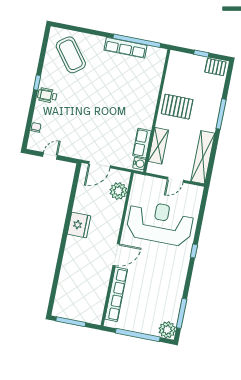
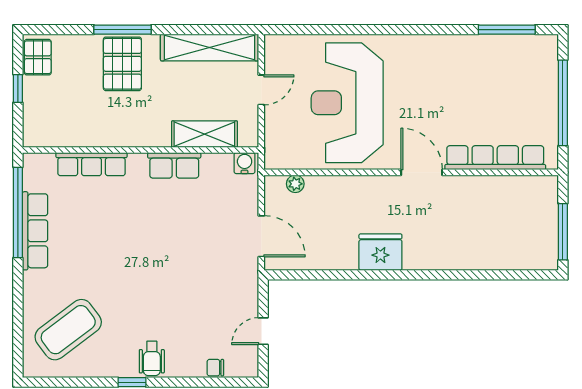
row of seats: (154, 84) -> (92, 164), added
pallet: (177, 107) -> (122, 64), moved
row of seats: (142, 143) -> (174, 165), moved
door: (50, 156) -> (263, 331), hinge flipped
door: (175, 180) -> (261, 90), hinge flipped
plant: (118, 191) -> (295, 184), width x0.53, depth x0.53
window: (194, 251) -> (387, 30), removed
plant: (167, 330) -> (542, 50), removed

